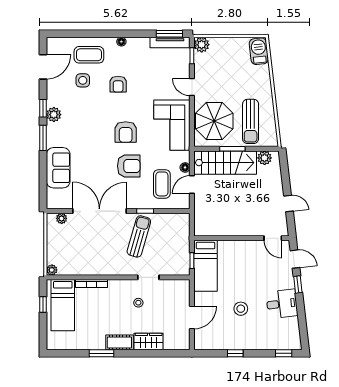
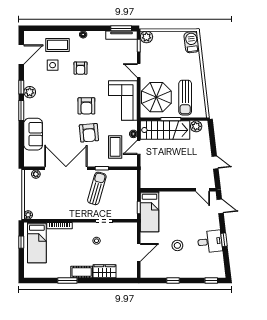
armchair: (129, 166) -> (89, 133), turned 85
window: (298, 284) -> (224, 240), moved

